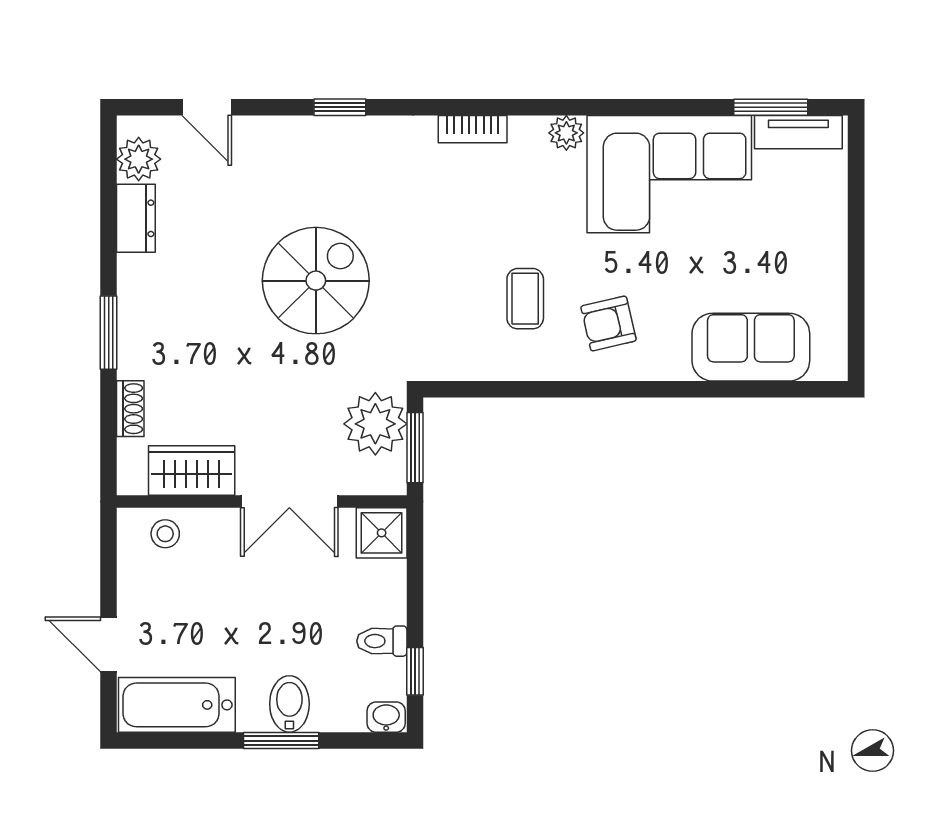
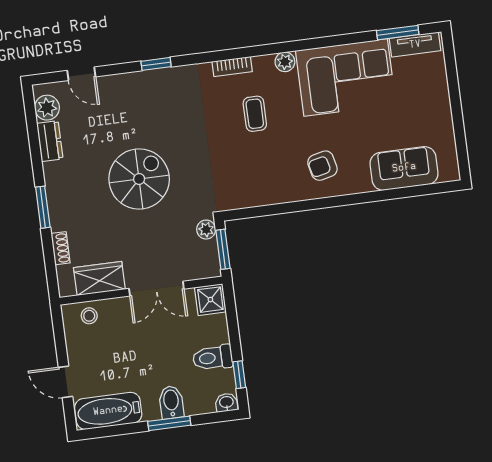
spiral stairs: (316, 281) -> (139, 179), moved
coffee table: (525, 299) -> (255, 114), moved
plant: (375, 424) -> (206, 230), width x0.53, depth x0.53
toilet: (382, 641) -> (213, 358), width x1.37, depth x1.39

